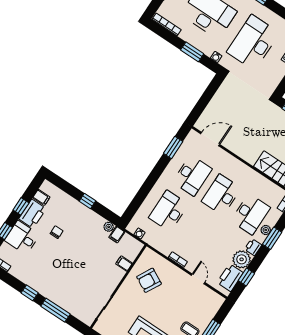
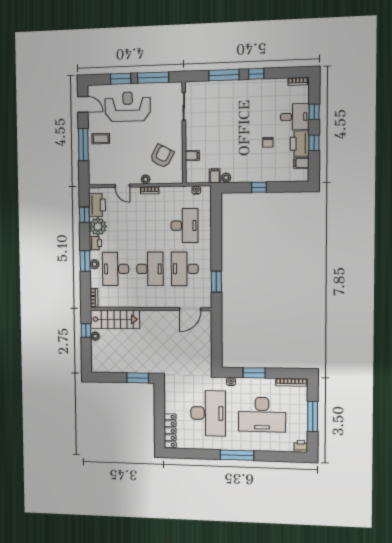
plant: (175, 271) -> (146, 179), added

